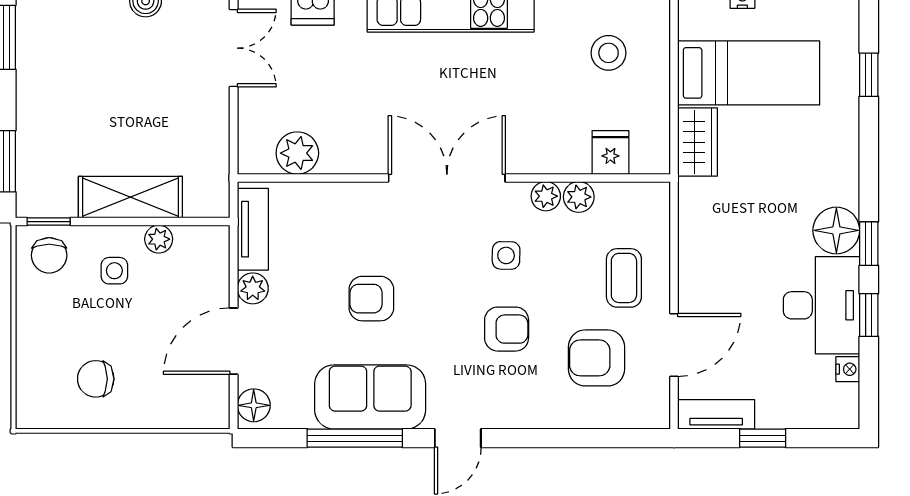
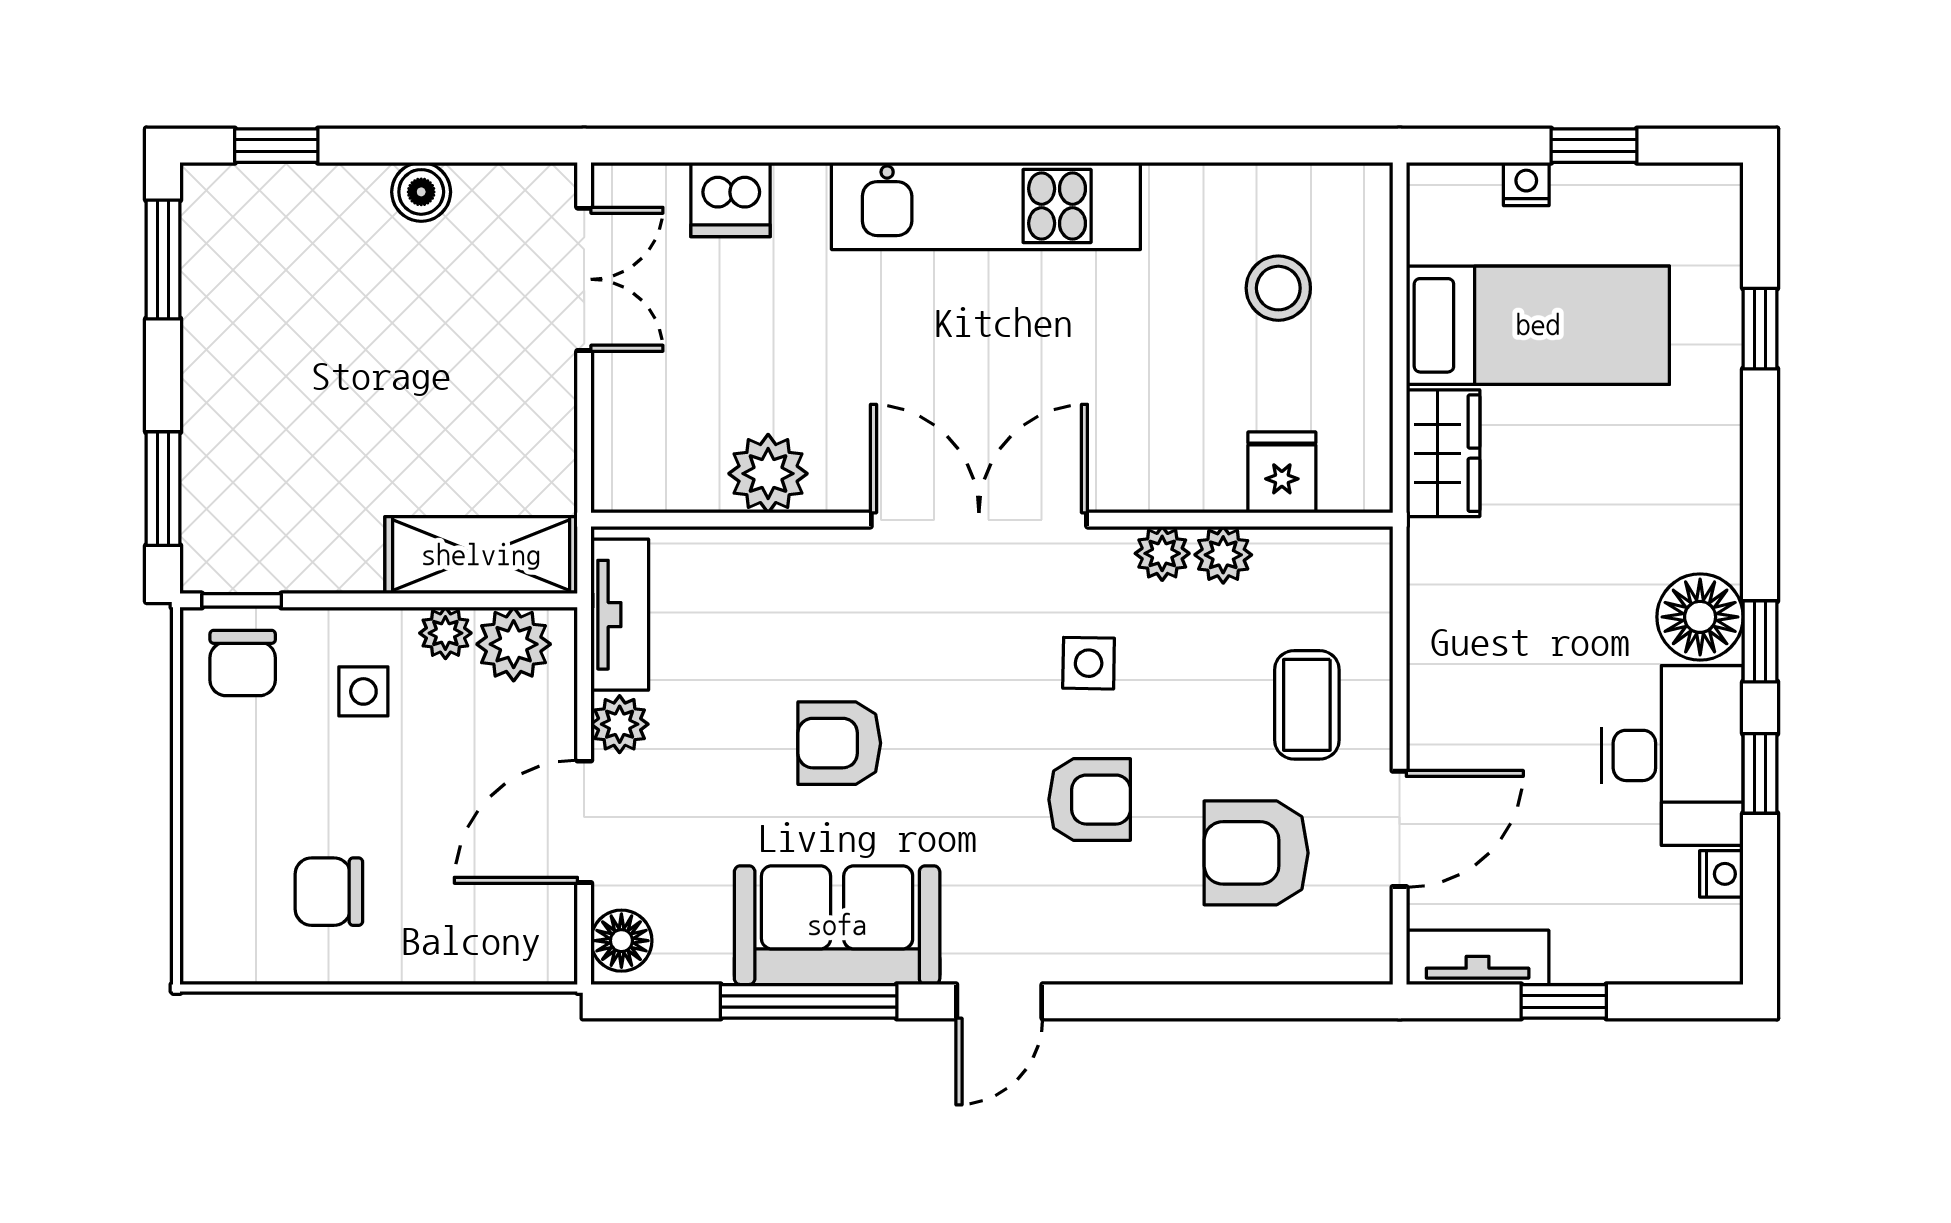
plant: (297, 153) -> (768, 474), moved
shelving: (130, 197) -> (481, 555), moved
plant: (196, 245) -> (514, 644), added

